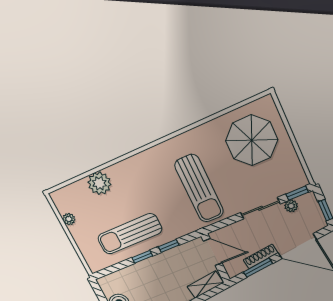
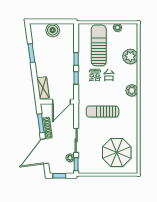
plant: (147, 159) -> (132, 90), added
sun lounger: (199, 188) -> (102, 112), width x0.73, depth x0.75
sun lounger: (130, 234) -> (99, 45), moved

